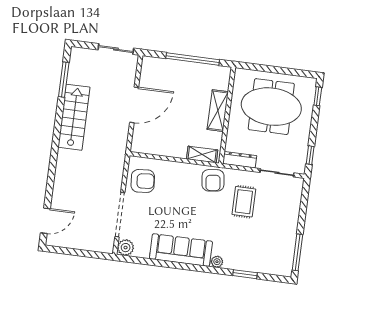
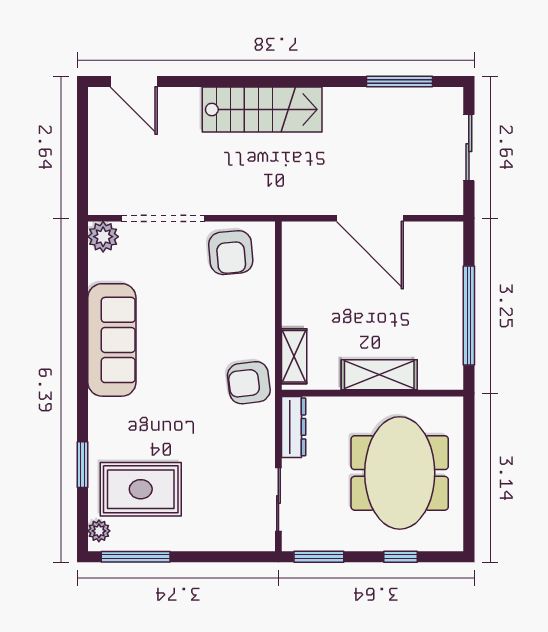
sliding door: (116, 49) -> (469, 148), moved
window: (318, 96) -> (401, 557), moved
stairs: (74, 117) -> (262, 109), moved
window: (310, 155) -> (319, 557), width x1.50
rug: (244, 202) -> (141, 489), moved, width x1.36, depth x1.43
plant: (217, 262) -> (99, 531), moved

